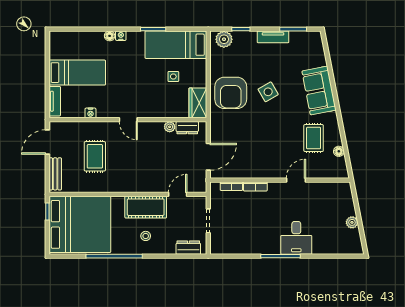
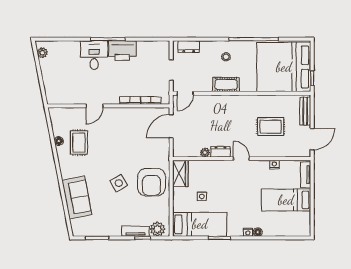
tv unit: (273, 37) -> (135, 231), moved
sofa: (319, 91) -> (77, 197), moved
armchair: (231, 93) -> (152, 182), turned 180
dresser: (187, 128) -> (220, 152), moved
floor lamp: (339, 151) -> (59, 141), moved
rug: (95, 156) -> (271, 127), turned 90
door: (178, 194) -> (185, 93), moved
cot: (146, 207) -> (226, 85), width x0.73, depth x0.75
plant: (352, 222) -> (42, 53), moved
printer: (264, 243) -> (122, 51), added

